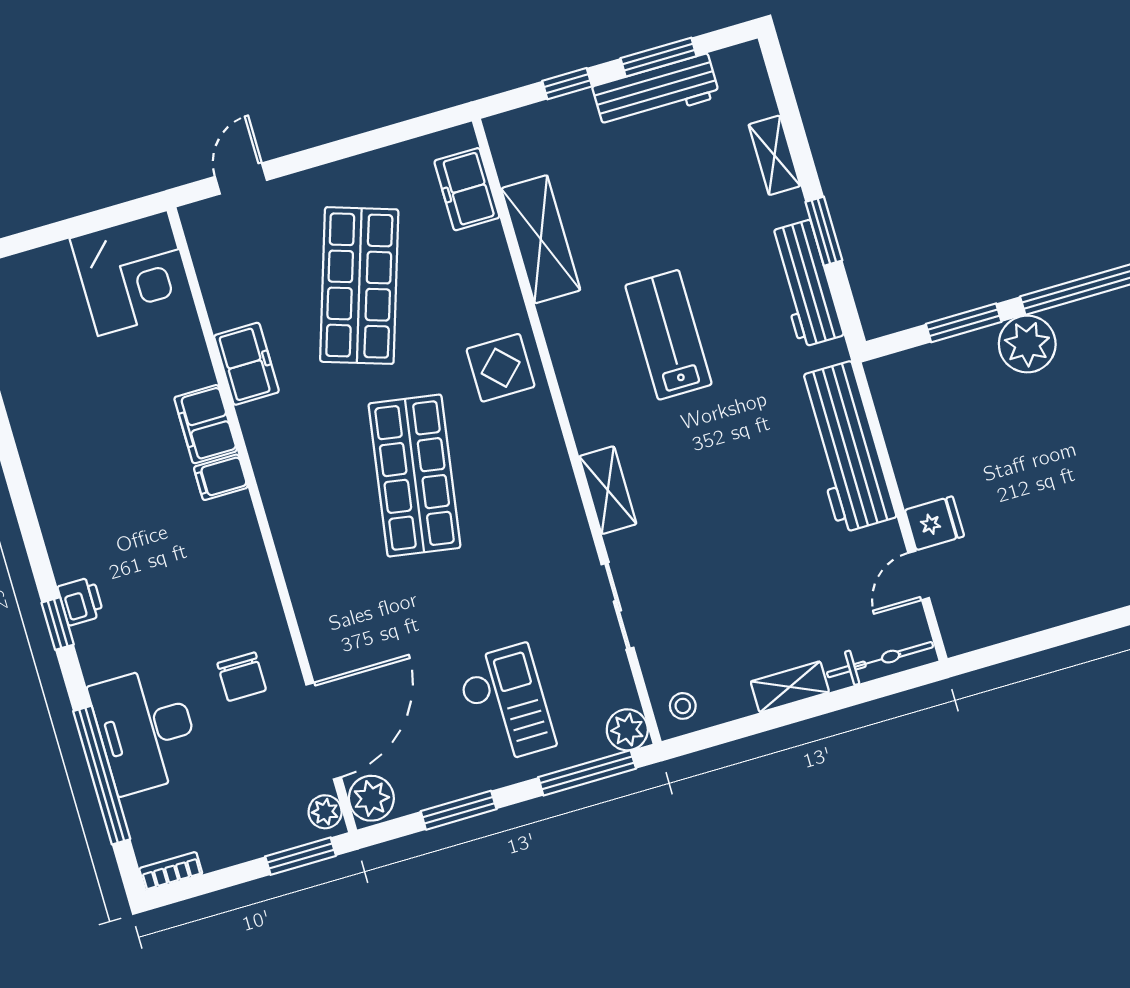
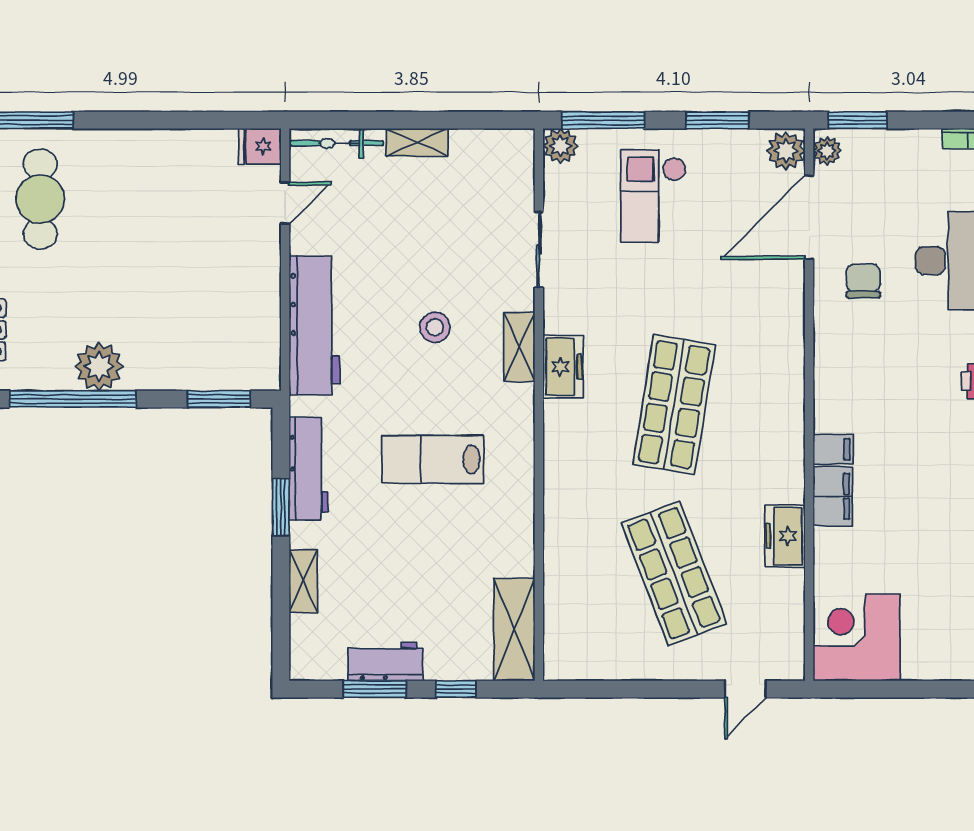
workbench: (656, 92) -> (385, 661), width x0.73
freezer: (467, 189) -> (563, 367), moved
shelving: (541, 239) -> (514, 630), moved
shop shelf: (359, 286) -> (674, 573), turned -39
window: (964, 323) -> (219, 399), moved
lab bench: (668, 335) -> (433, 459), turned 90
plant: (1027, 344) -> (99, 367), moved
display table: (501, 368) -> (578, 472), removed
fridge: (934, 523) -> (260, 146), moved
stool: (683, 706) -> (435, 327), moved, width x1.37, depth x1.37

